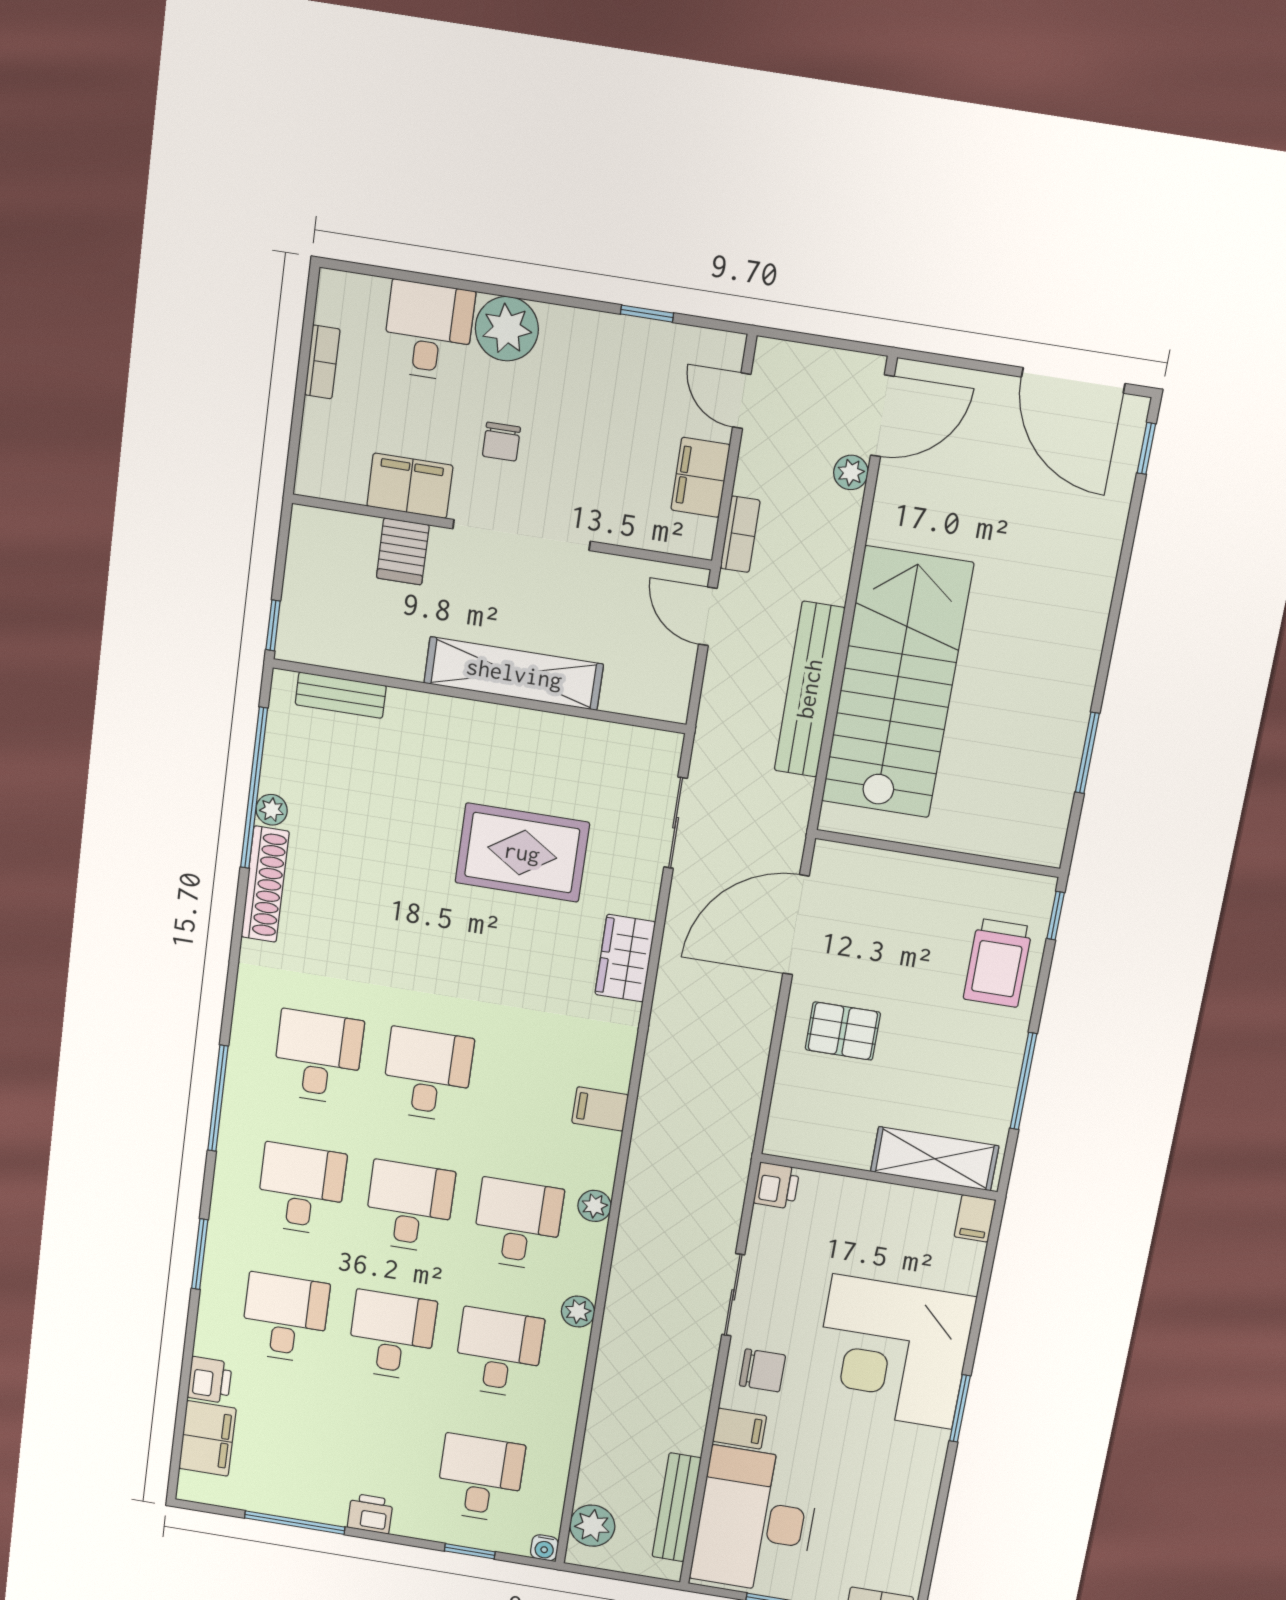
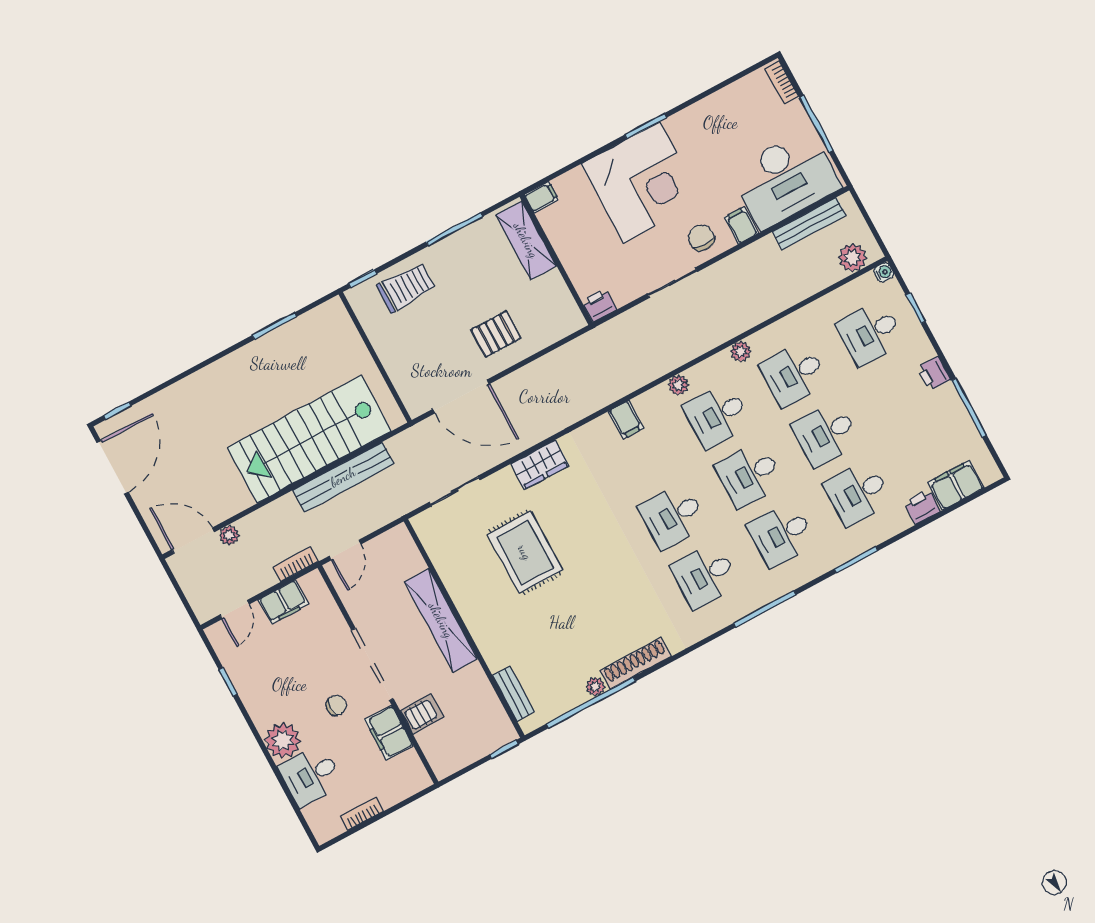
pallet: (843, 1031) -> (496, 334), turned 90

